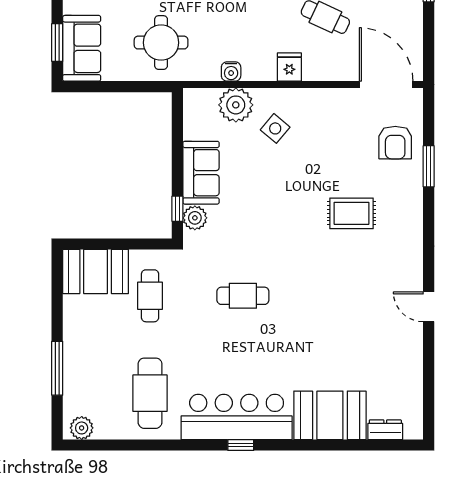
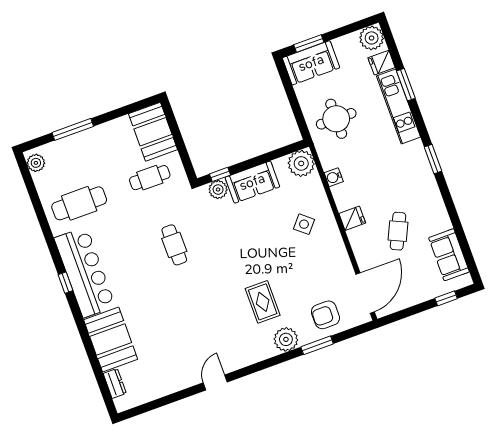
plant: (236, 105) -> (301, 163), moved
plant: (408, 202) -> (286, 339), added

